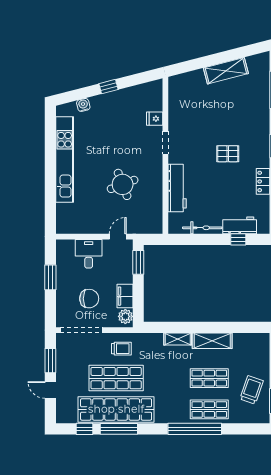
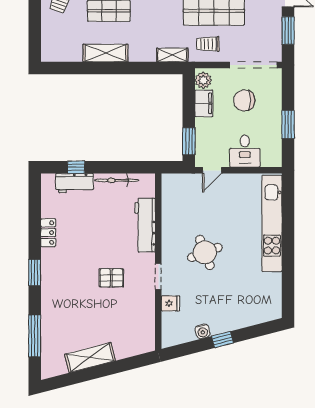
water cooler: (83, 105) -> (203, 331), moved
pallet: (228, 154) -> (111, 278), moved
kitchen unit: (65, 159) -> (272, 223), moved
round table: (123, 184) -> (205, 252), moved
shelving: (178, 339) -> (172, 55), moved

